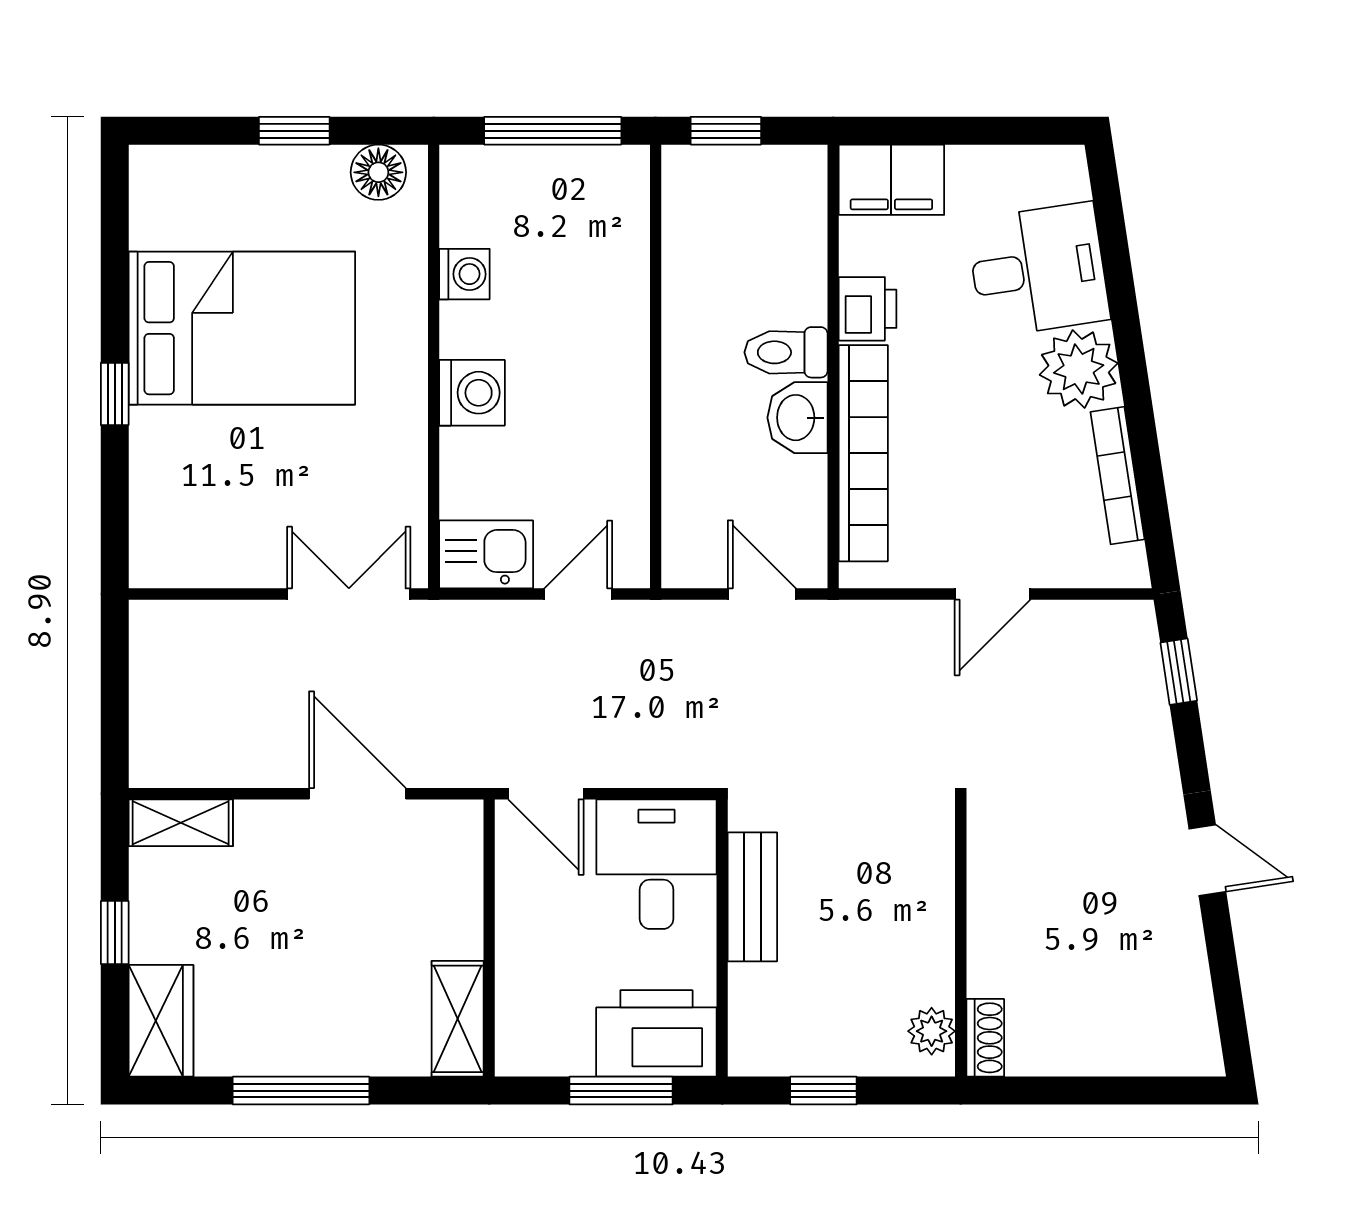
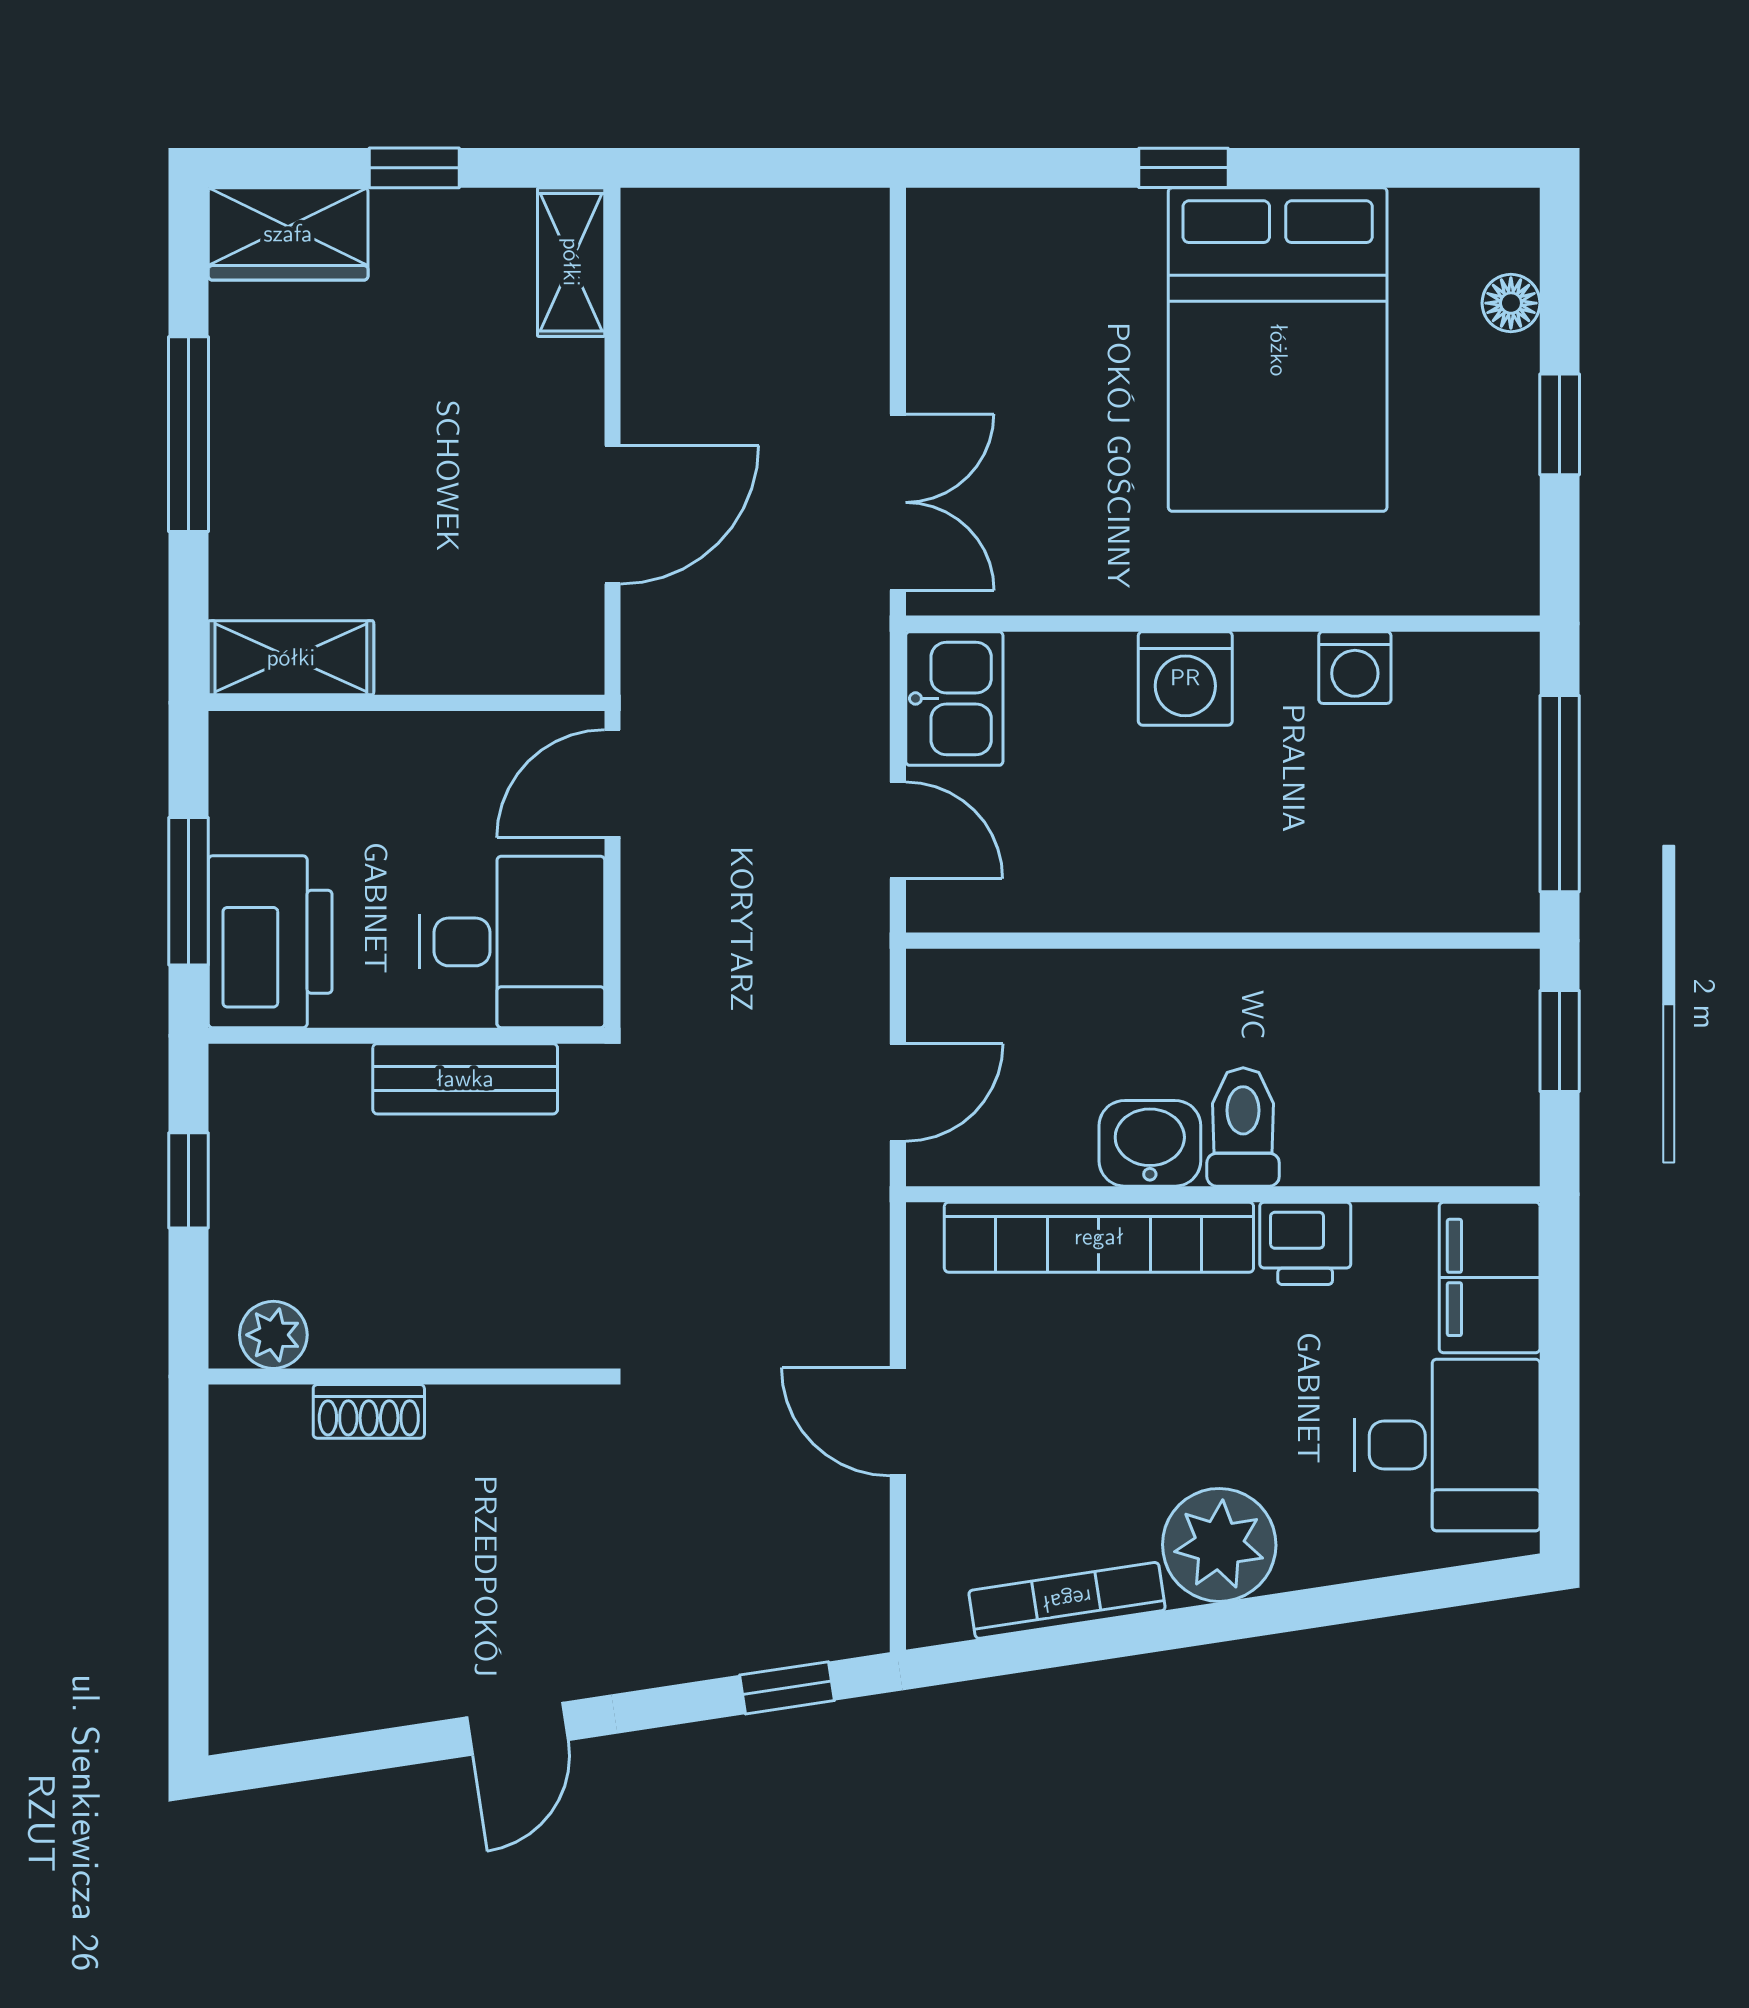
floor lamp: (378, 172) -> (1511, 303), moved, width x0.73, depth x0.73
desk: (1038, 270) -> (1447, 1445), moved, turned -81
shoe rack: (985, 1038) -> (369, 1411), moved

